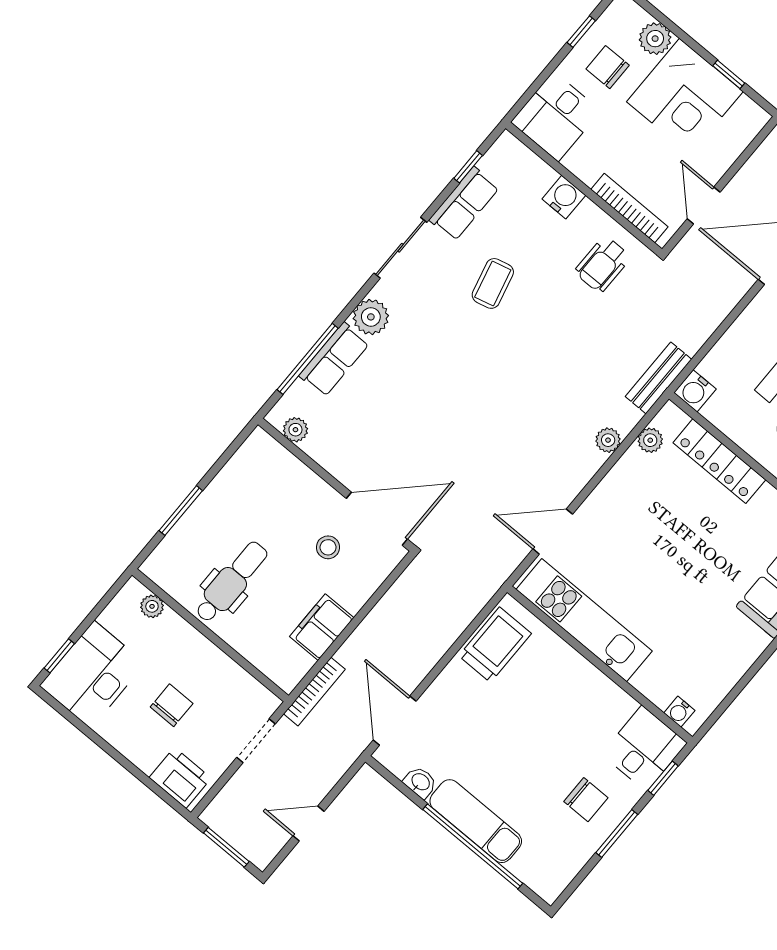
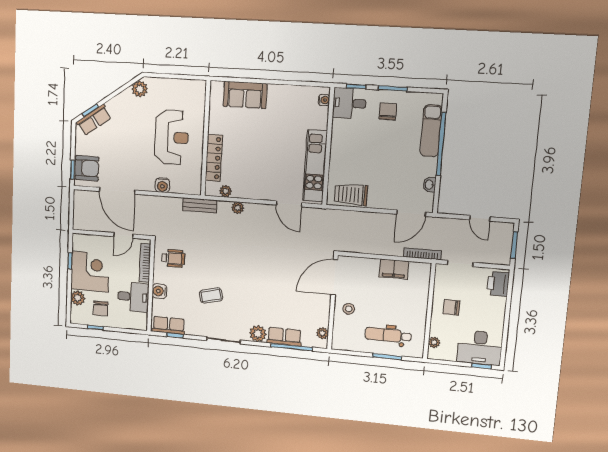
desk: (556, 116) -> (133, 297), moved
row of seats: (464, 204) -> (169, 325), moved
water cooler: (695, 391) -> (162, 185), moved, turned 90
door: (377, 519) -> (334, 277), hinge flipped
stool: (328, 547) -> (349, 309), moved
dental chair: (231, 582) -> (388, 335), moved
chair: (172, 705) -> (451, 307), moved
exam couch: (476, 821) -> (431, 131), moved

